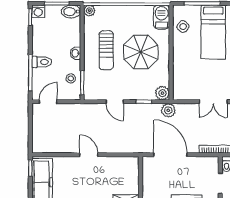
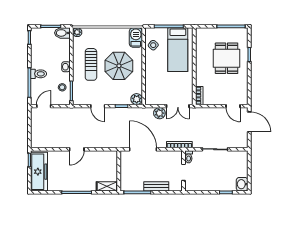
washing machine: (38, 11) -> (36, 33), removed
plant: (168, 110) -> (159, 113), moved
door: (89, 155) -> (77, 149), swing flipped

